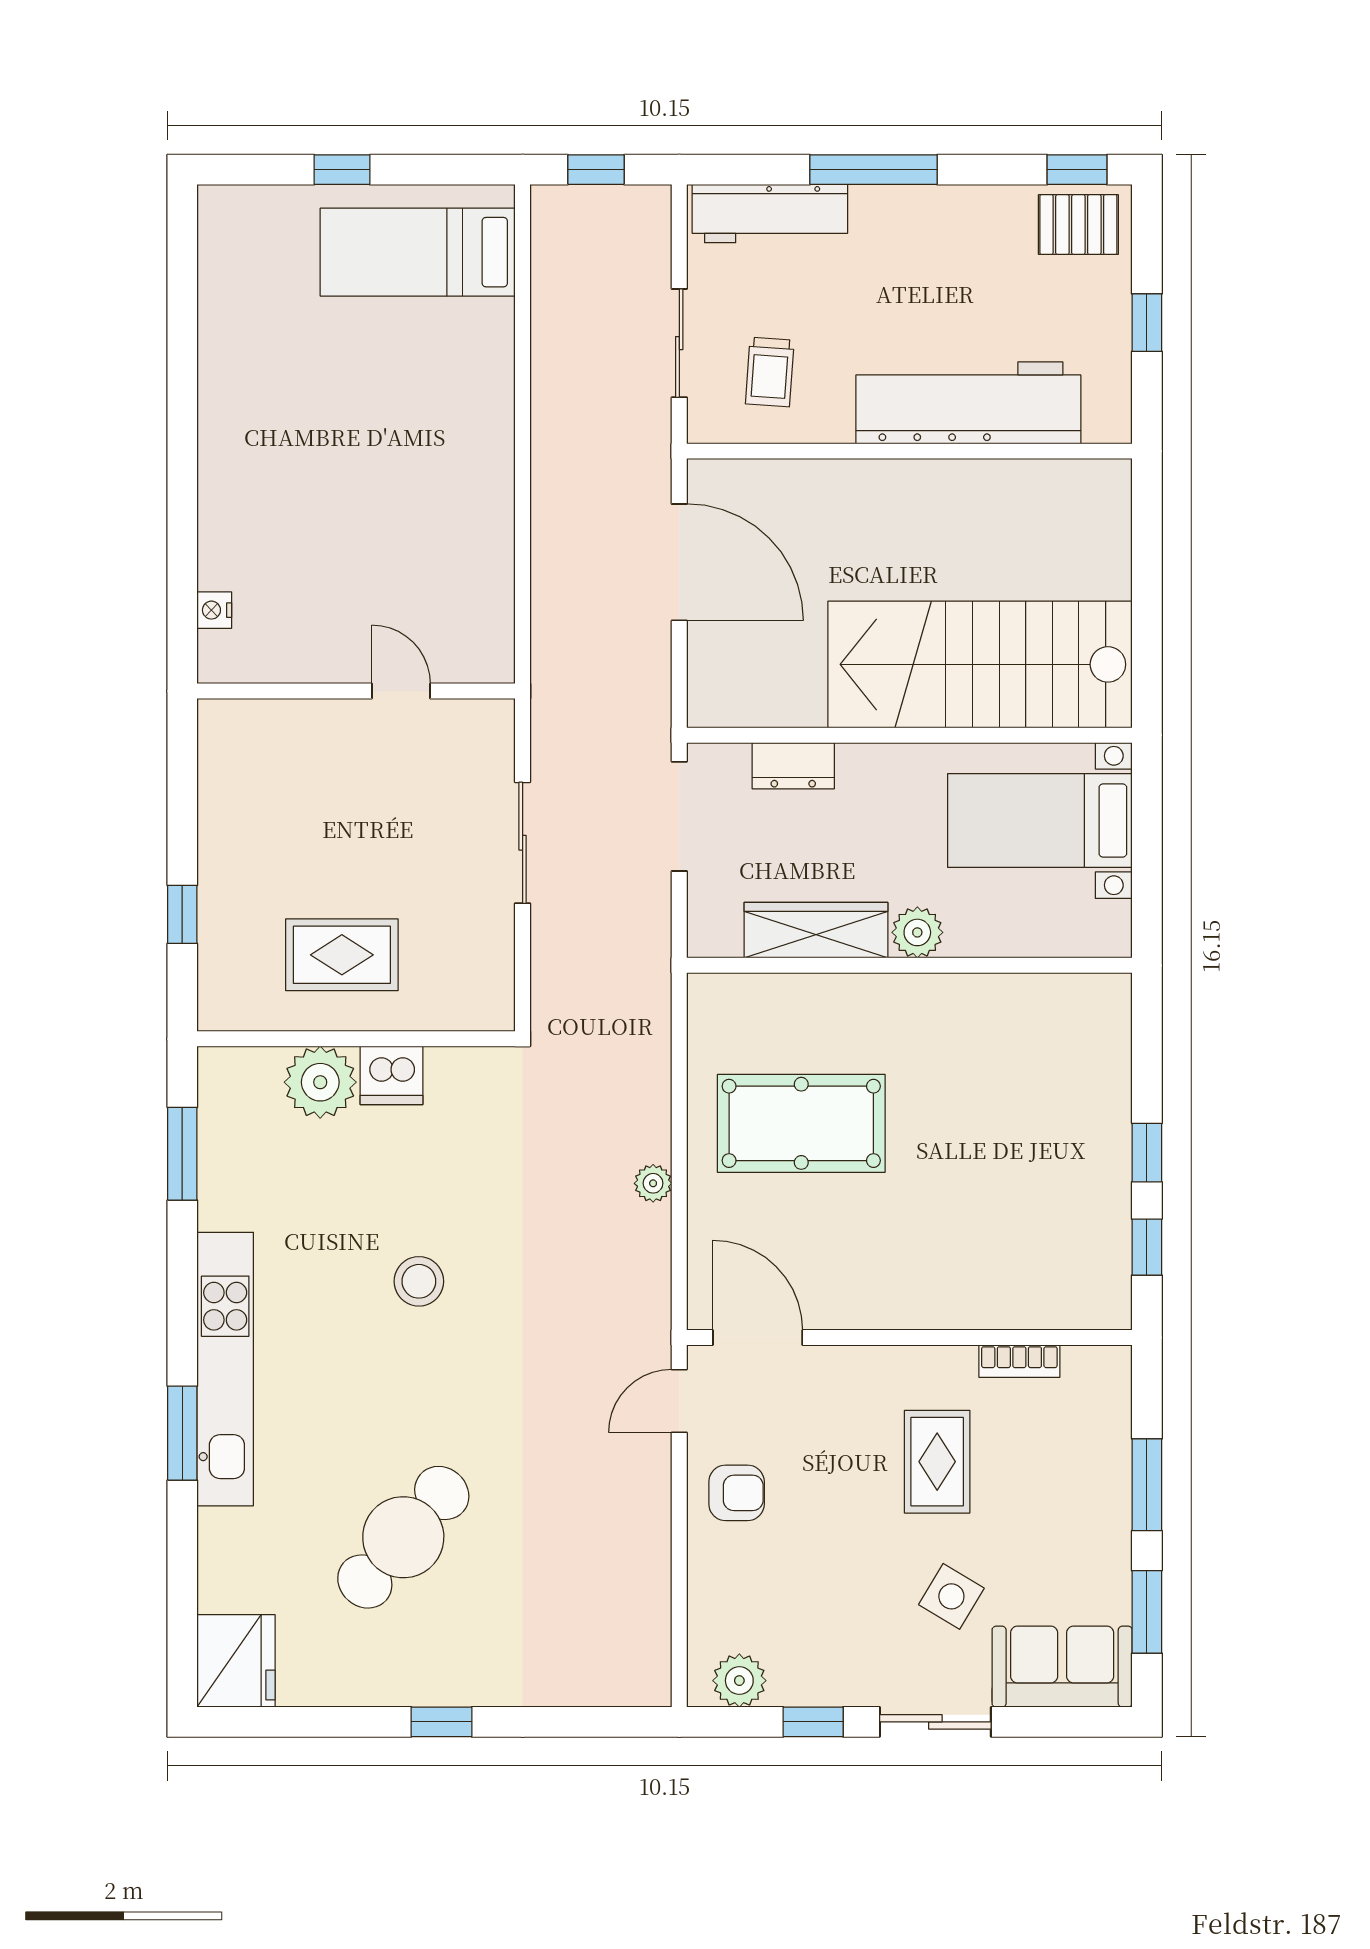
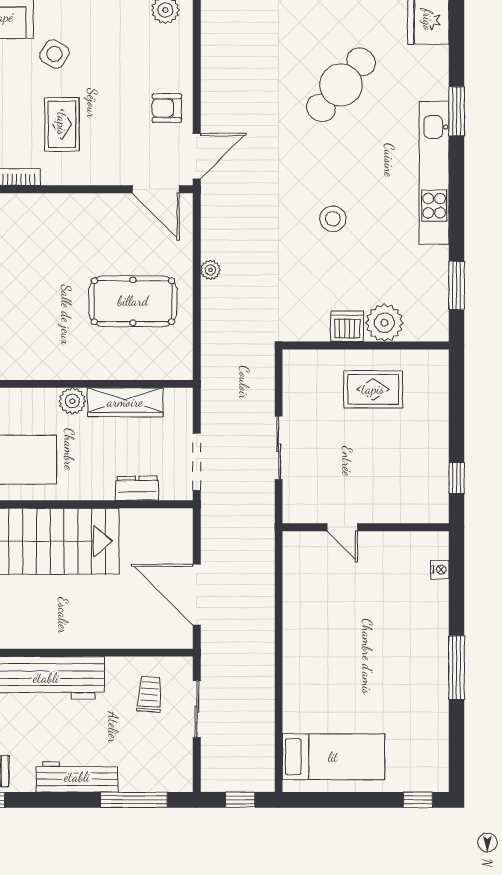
window: (342, 170) -> (418, 800), moved
window: (874, 170) -> (134, 800), moved
workbench: (770, 213) -> (77, 777), moved
window: (182, 422) -> (457, 668), added
window: (182, 914) -> (457, 478), moved
door: (679, 1401) -> (197, 156), width x1.38
window: (182, 1433) -> (457, 111), moved

